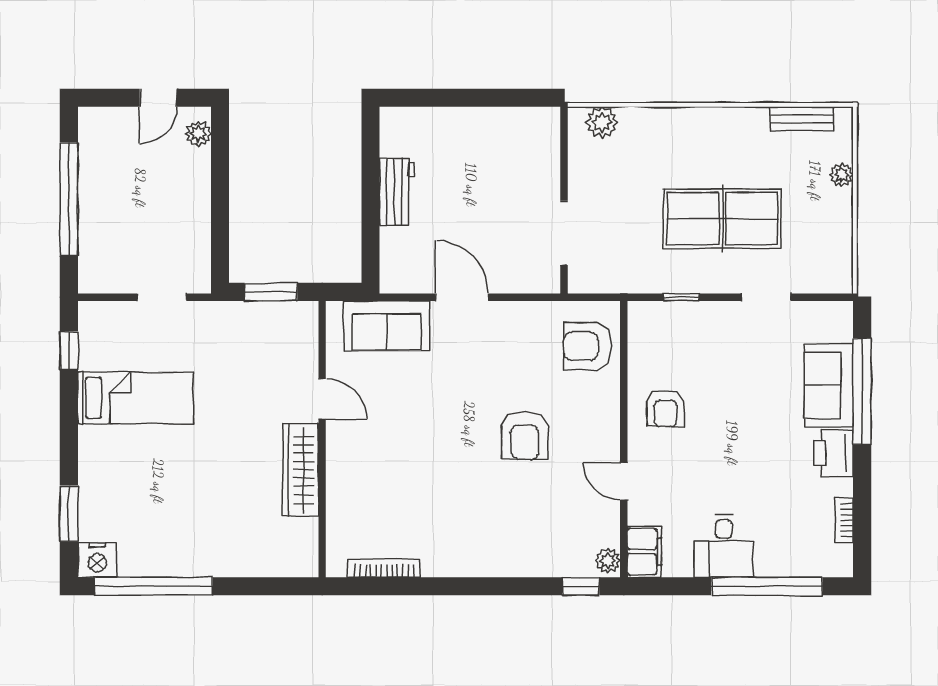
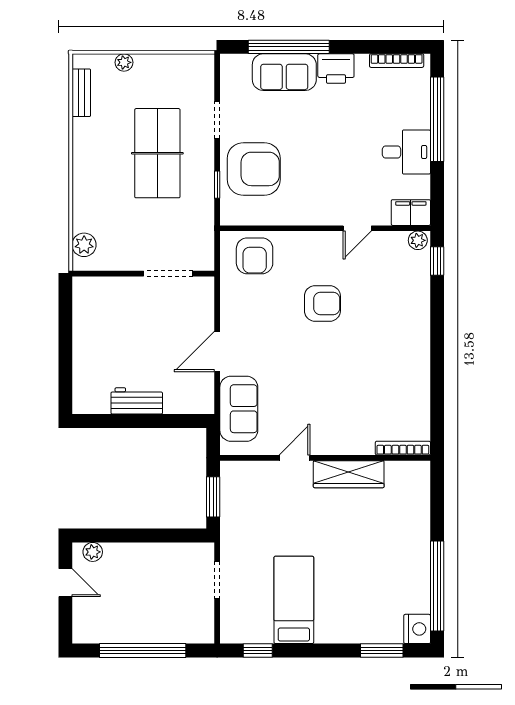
armchair: (665, 408) -> (254, 169), moved, width x1.88, depth x1.88
bookcase: (844, 520) -> (397, 61), width x1.56
bookcase: (384, 568) -> (403, 448), moved, turned 90

